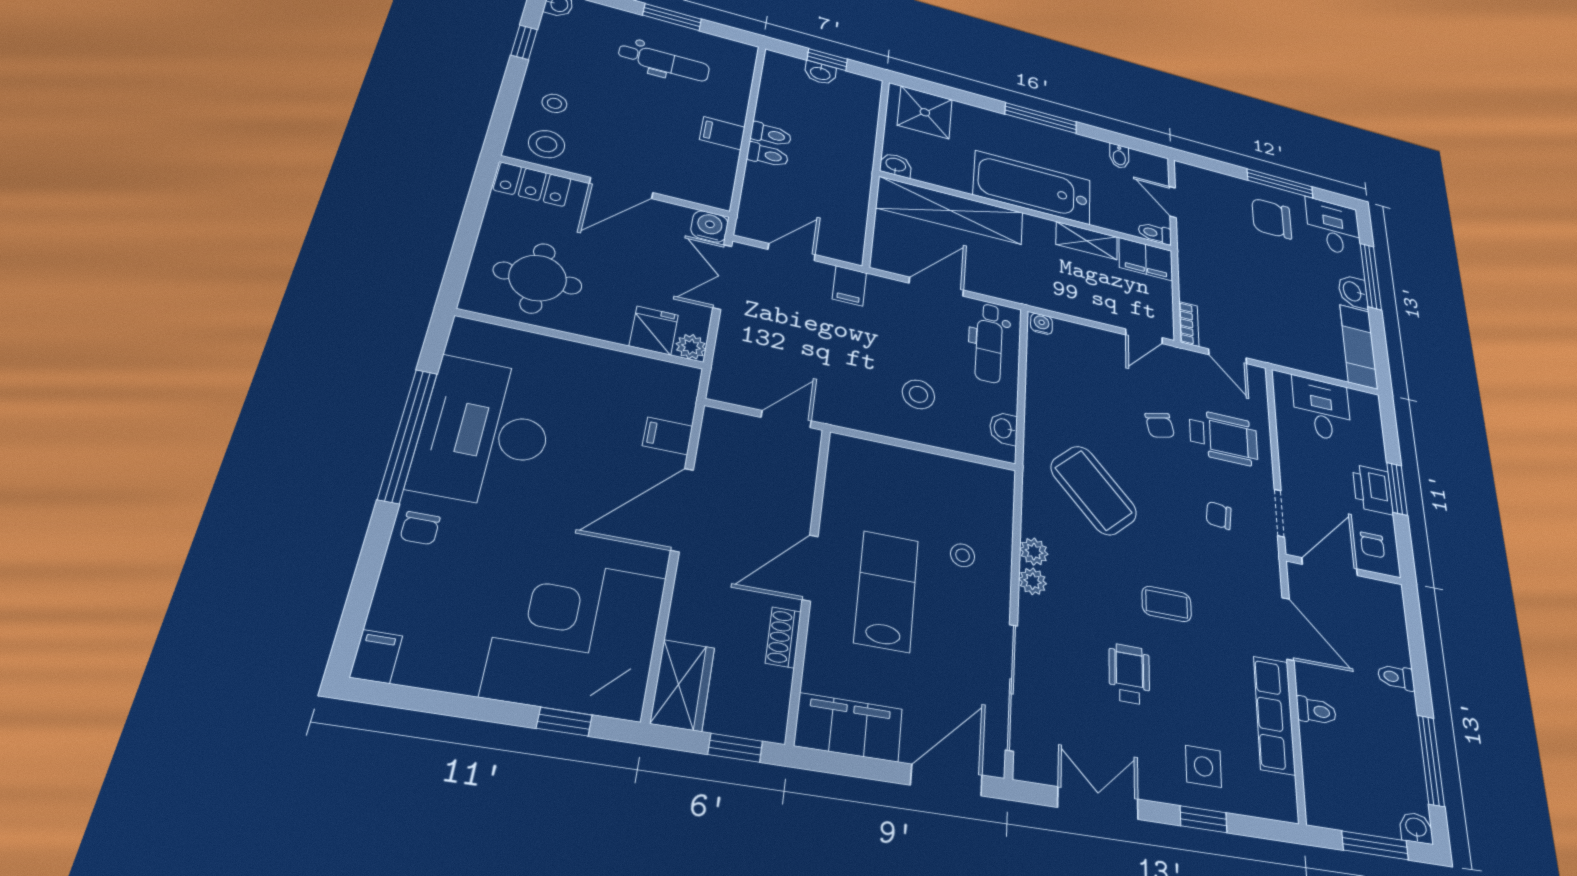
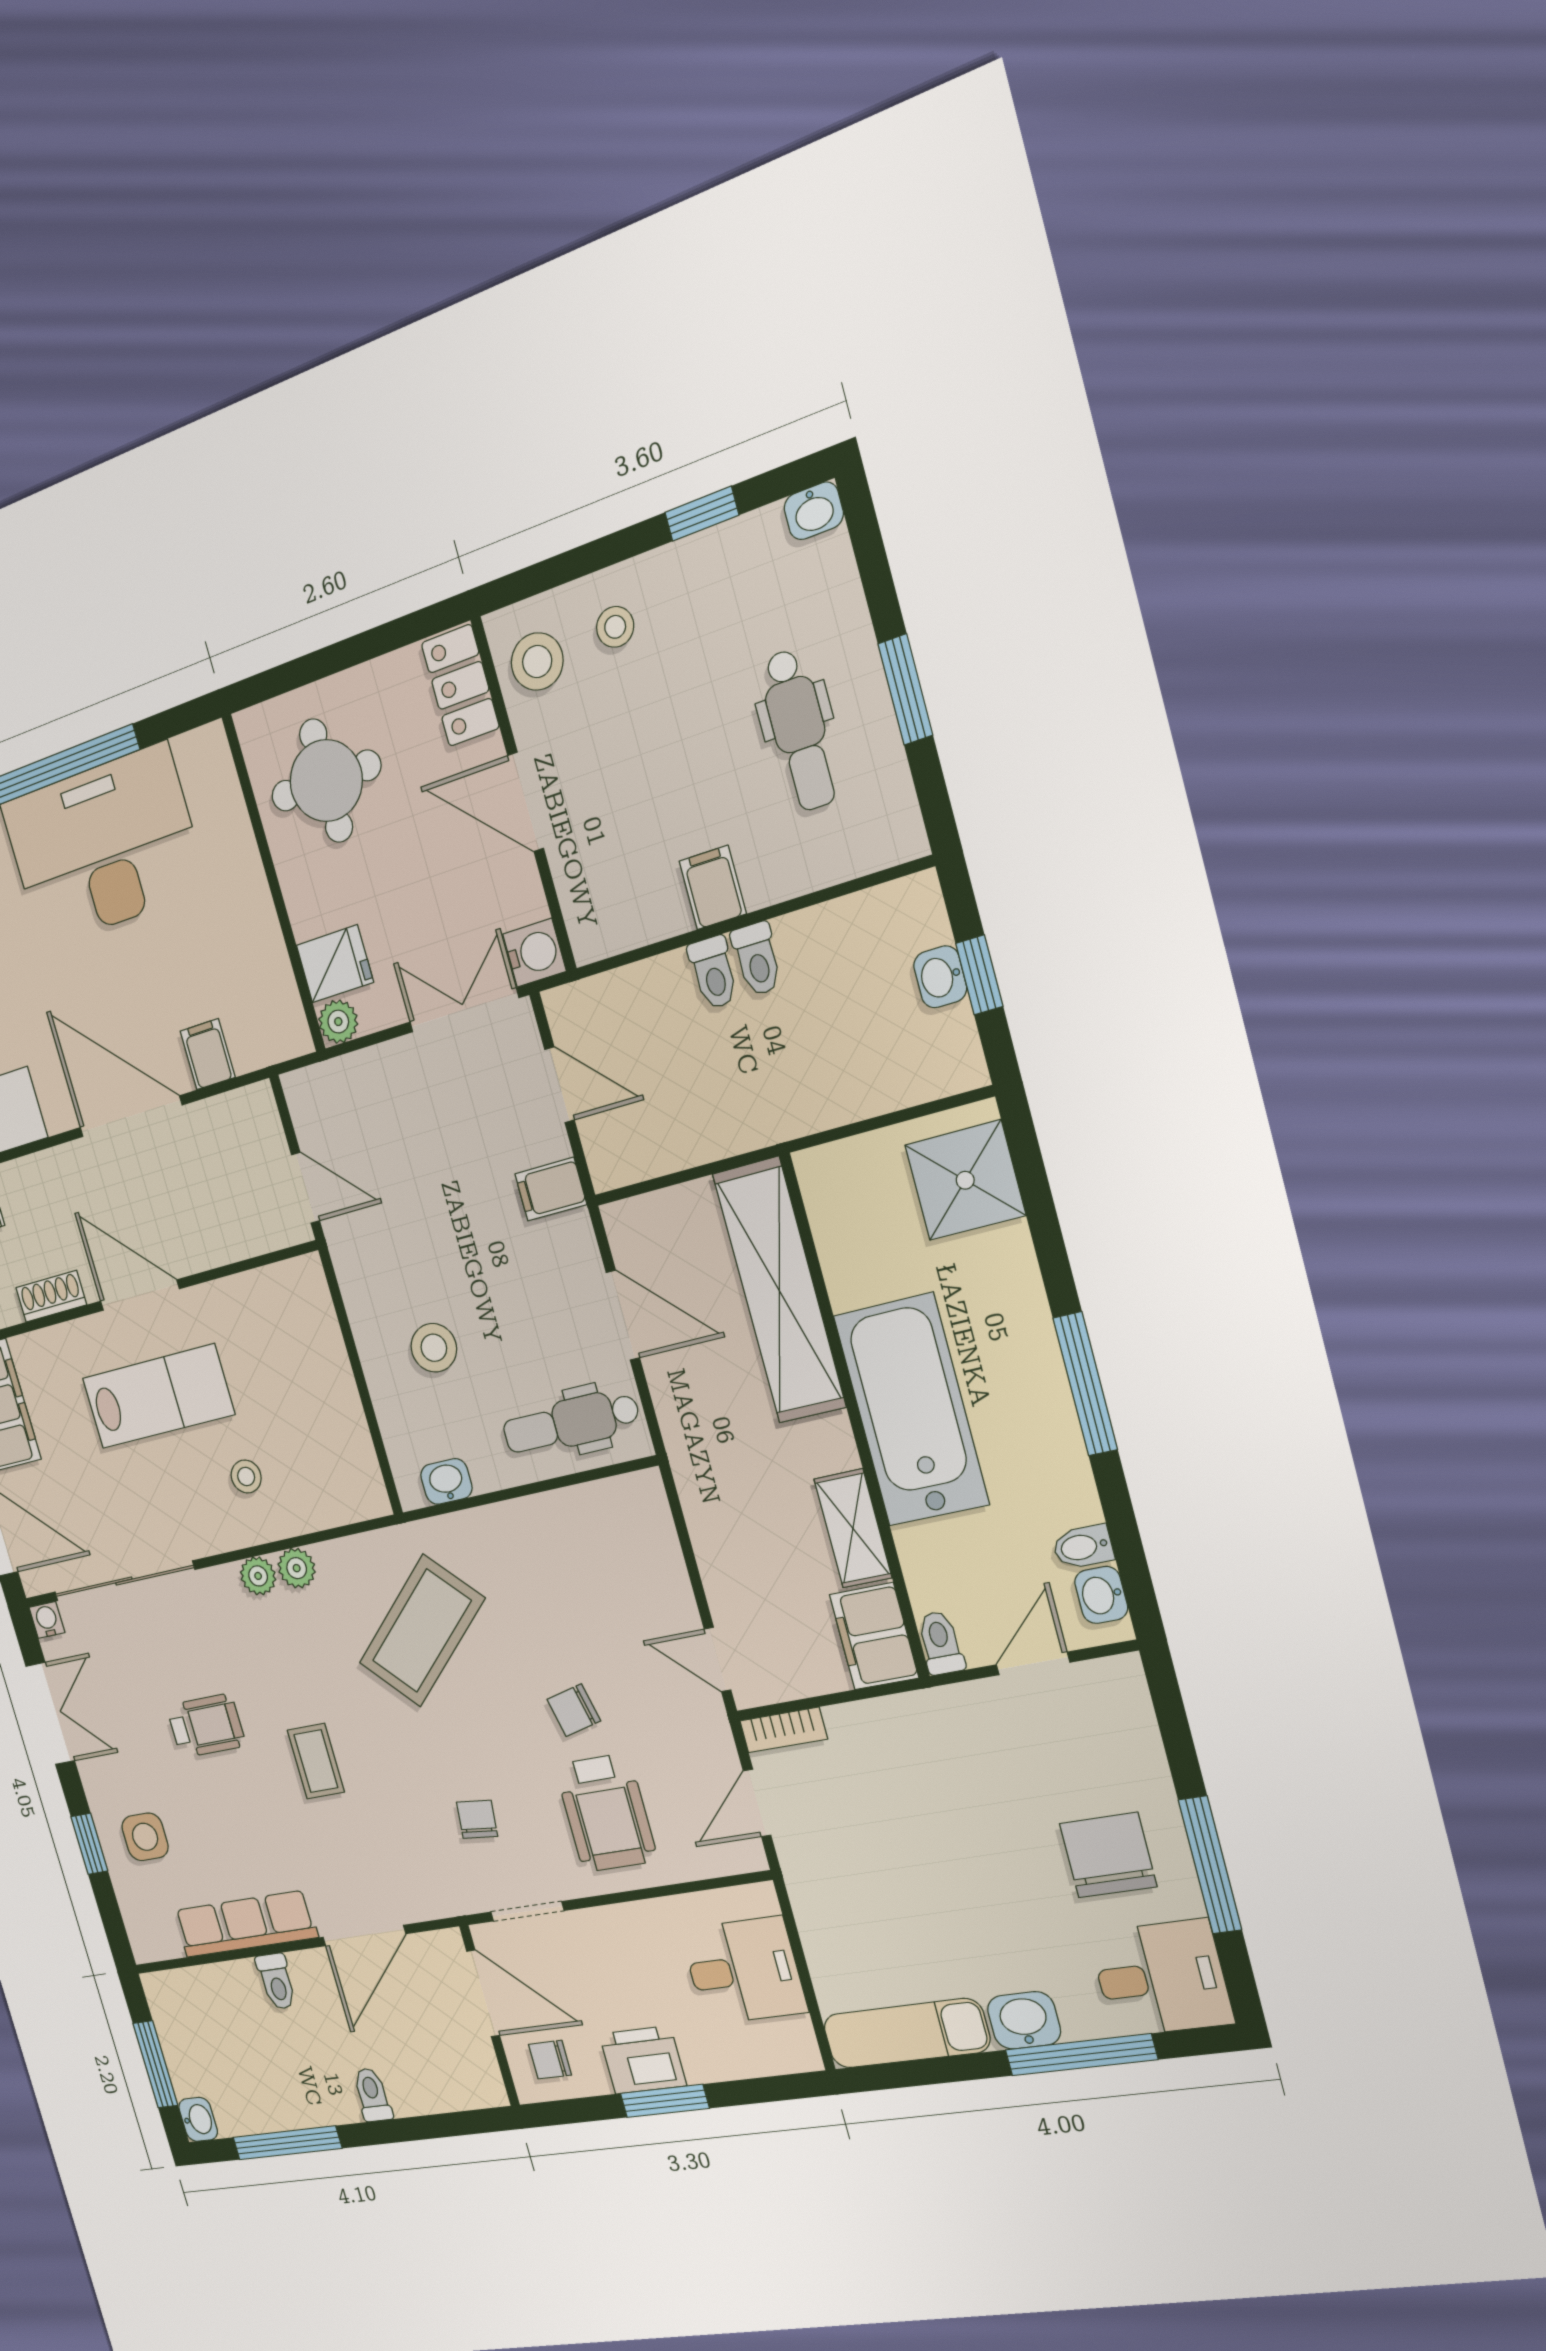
washbasin: (896, 165) -> (1101, 1595), moved, turned 180
water cooler: (1042, 324) -> (47, 1620), moved, turned -90

